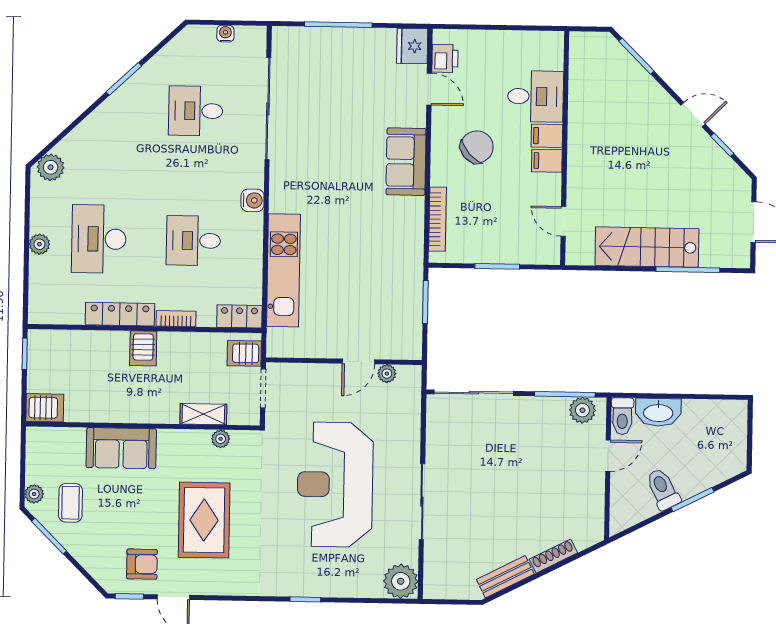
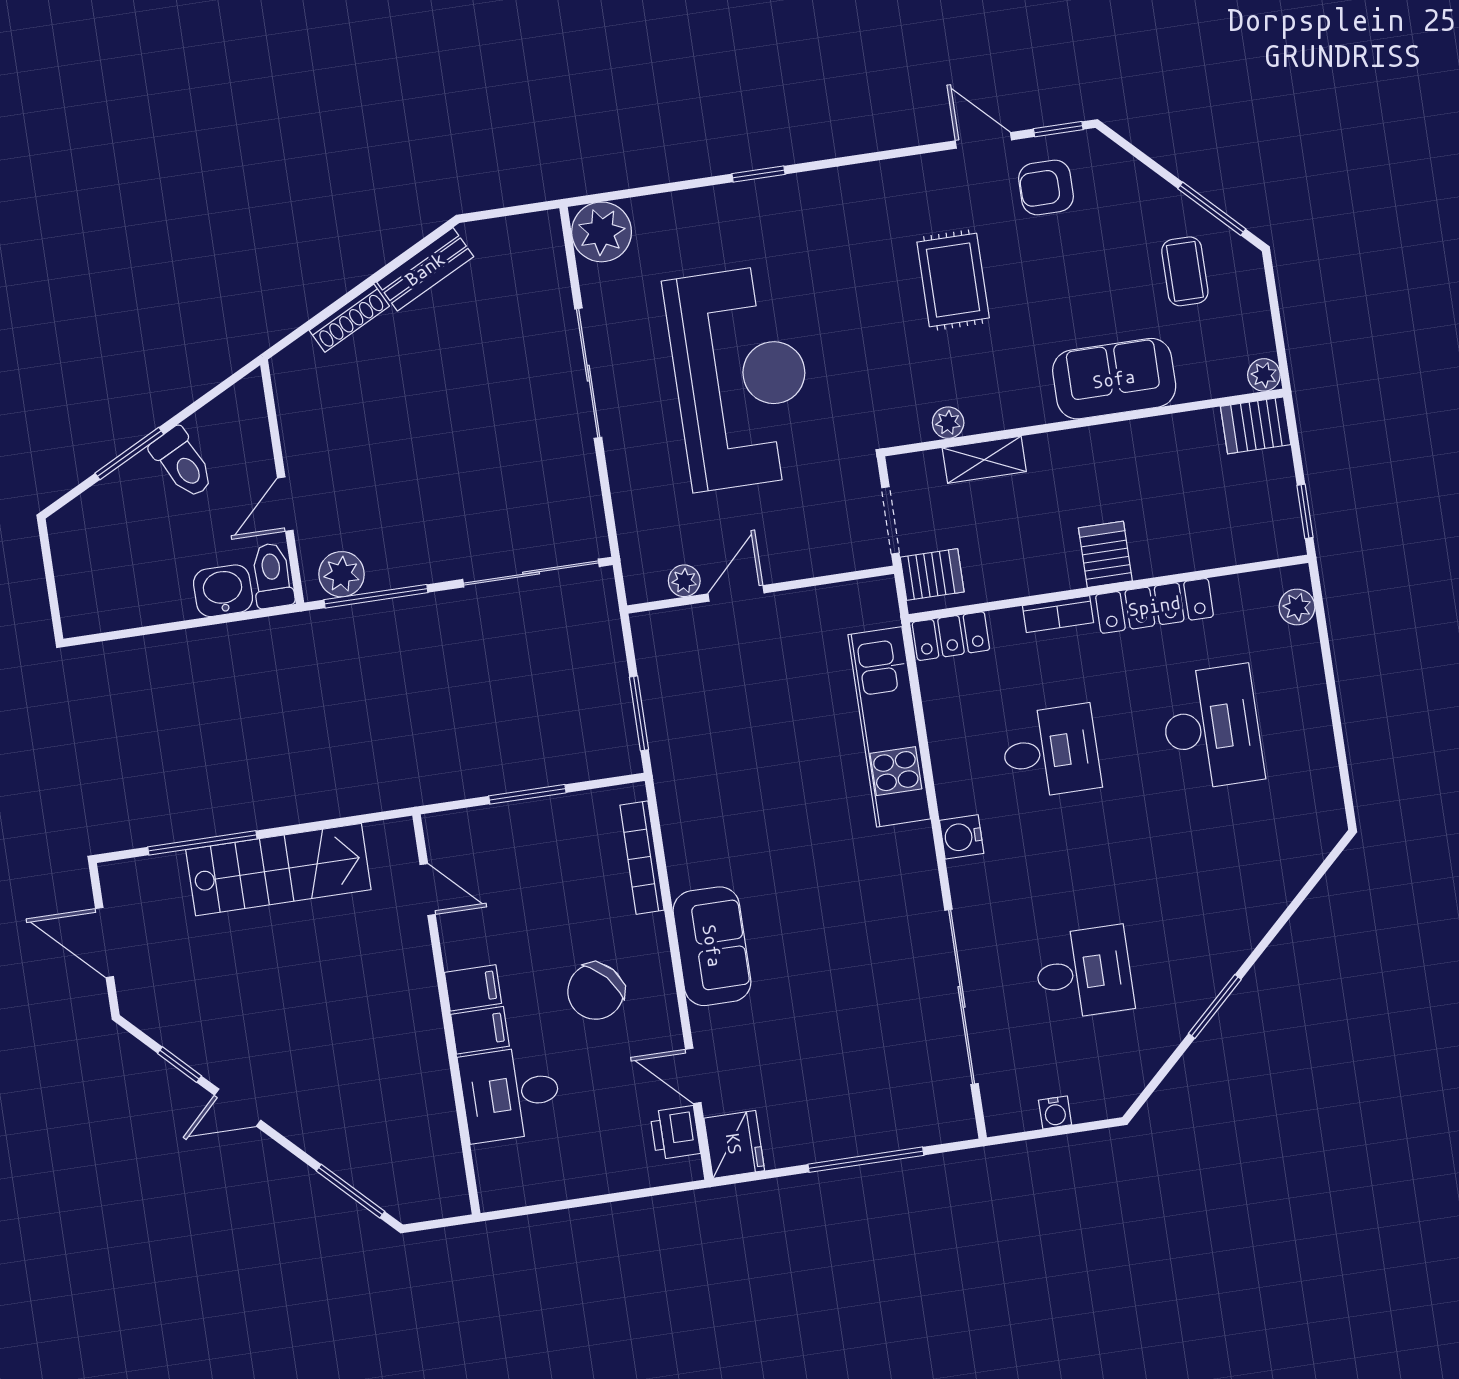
plant: (51, 167) -> (1314, 836), removed
plant: (39, 244) -> (1297, 607), moved
washbasin: (658, 412) -> (223, 591), width x0.72
plant: (34, 494) -> (1264, 375), moved
rug: (204, 520) -> (953, 280), width x0.73, depth x0.70

